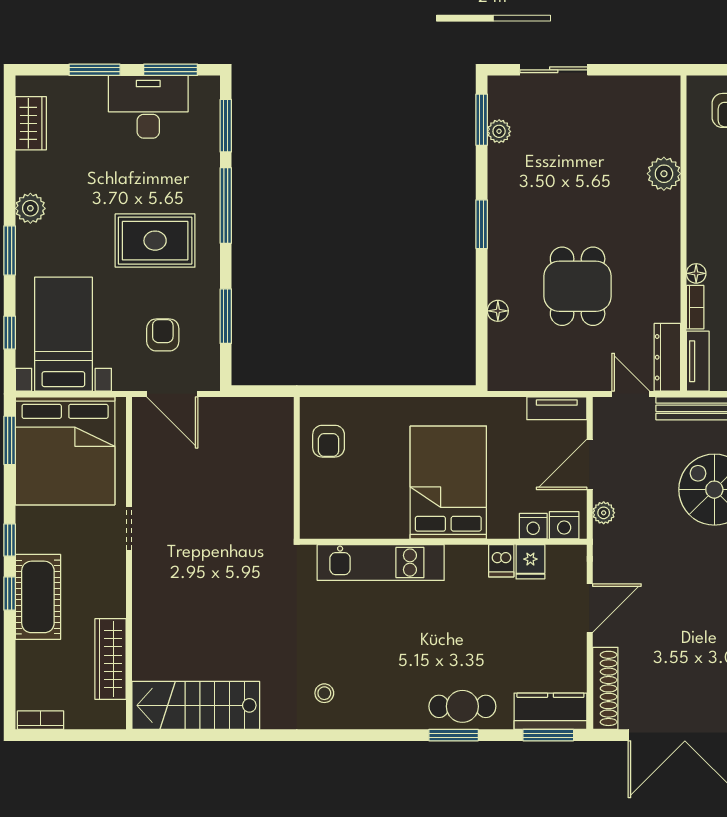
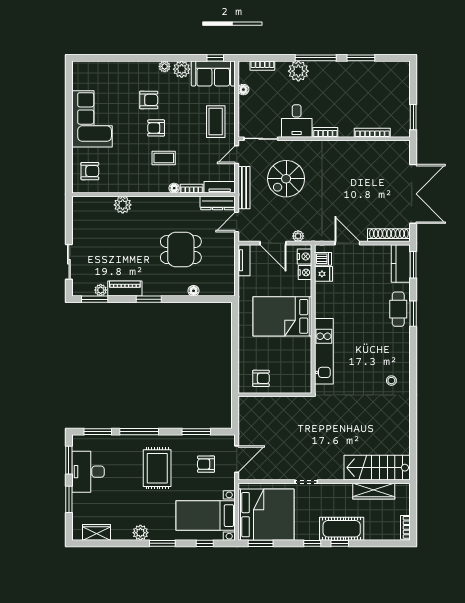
piano: (502, 178) -> (125, 289), added
dishwasher: (501, 561) -> (323, 259), moved
stairs: (196, 705) -> (377, 468), moved, turned 90

